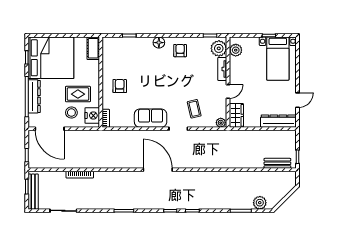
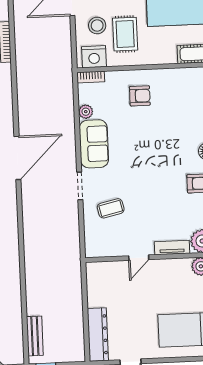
door: (228, 91) -> (139, 258), hinge flipped
wardrobe: (236, 115) -> (104, 272), removed
plant: (221, 123) -> (86, 112), moved

